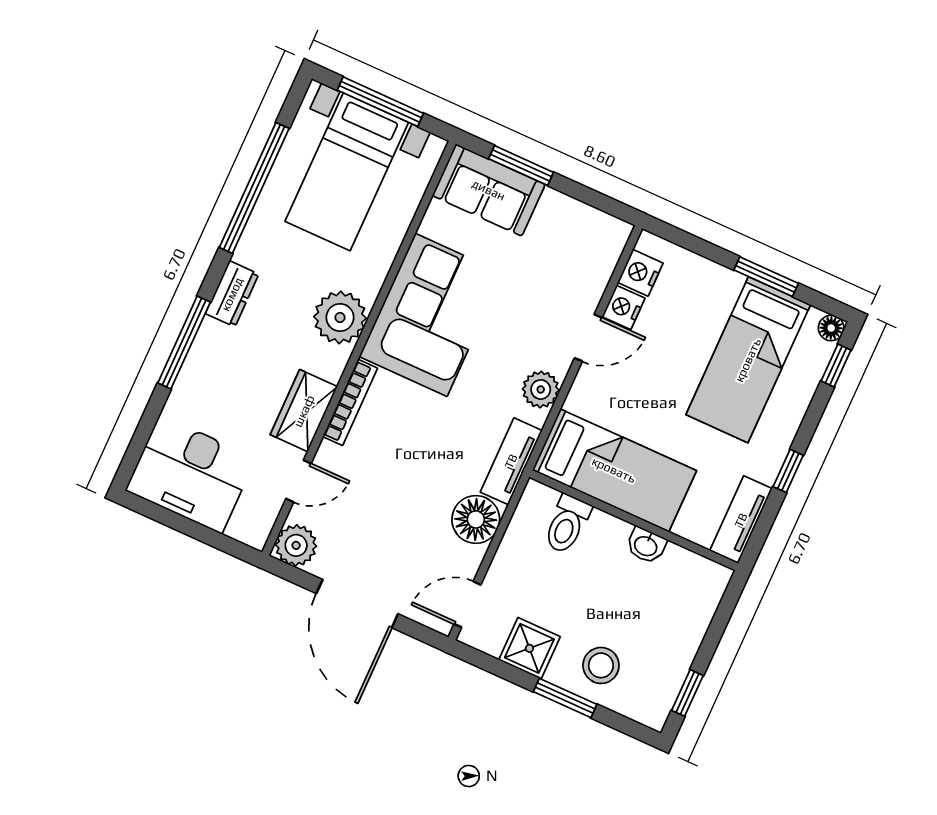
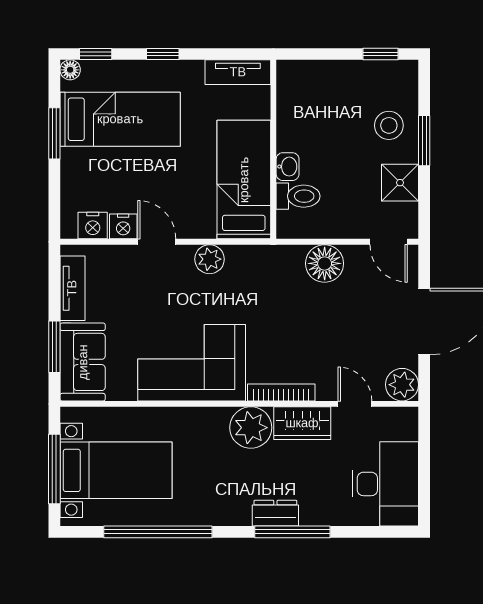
dresser: (232, 294) -> (275, 513), moved
plant: (340, 317) -> (251, 428), moved
tv unit: (511, 461) -> (72, 288), moved, turned -90
window: (788, 471) -> (163, 54), moved
washbasin: (646, 545) -> (288, 167), moved

